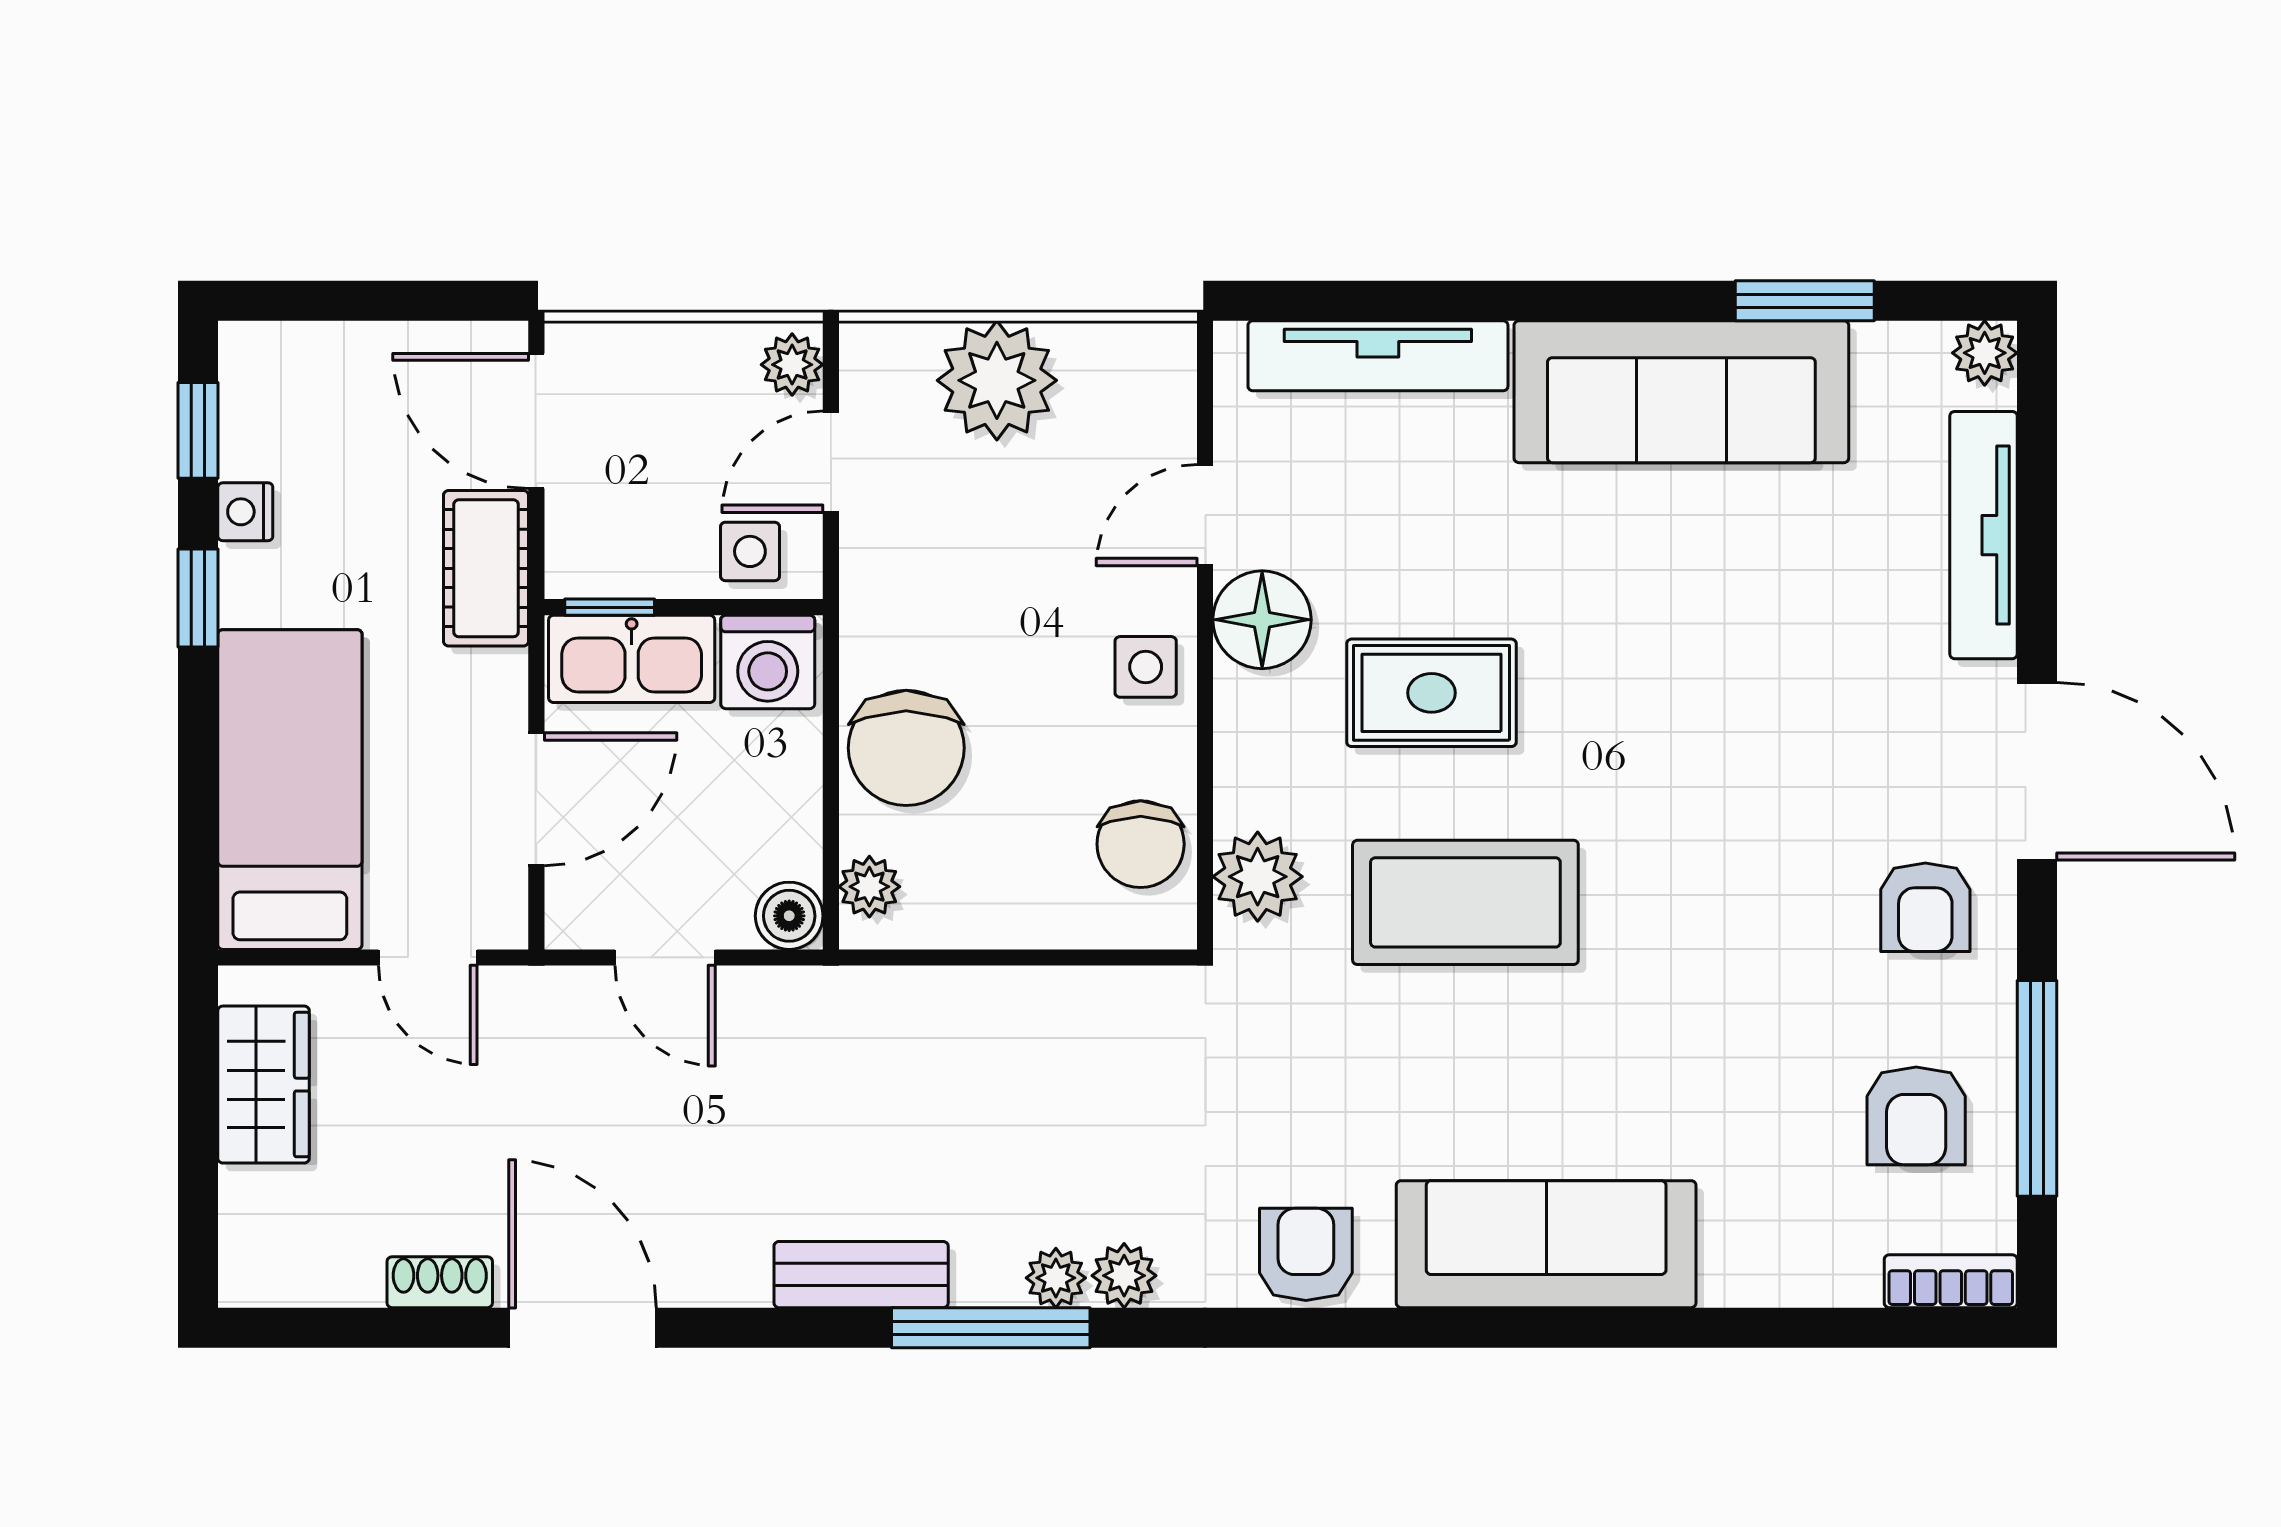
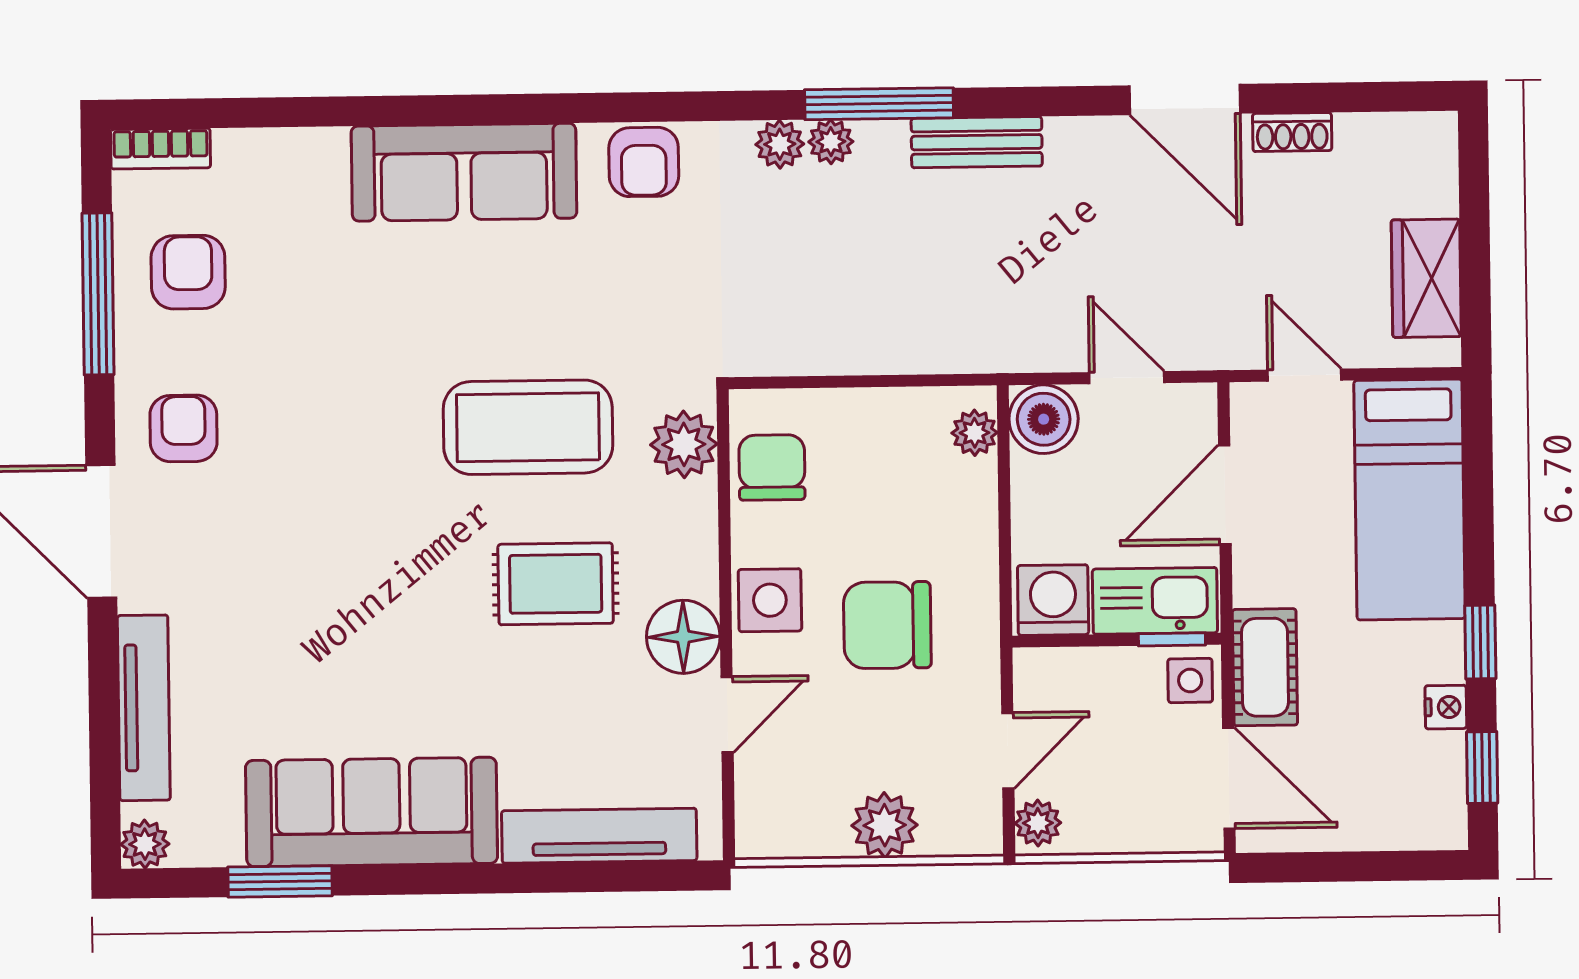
plant: (997, 380) -> (885, 825), width x0.73, depth x0.73
side table: (750, 551) -> (1190, 681), moved
side table: (1146, 667) -> (770, 600), width x1.37, depth x1.37
chair: (906, 748) -> (887, 625), moved, turned -90
boiler: (789, 916) -> (1044, 419), width x1.36, depth x1.36

